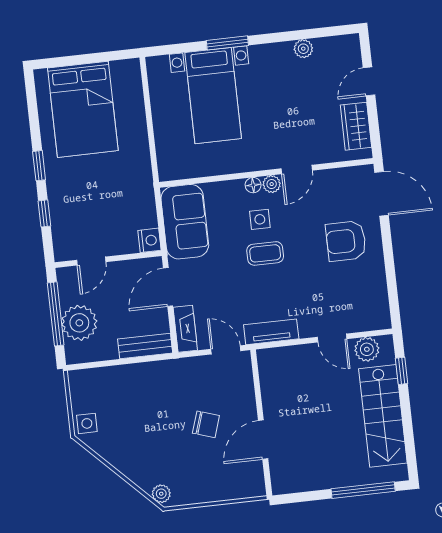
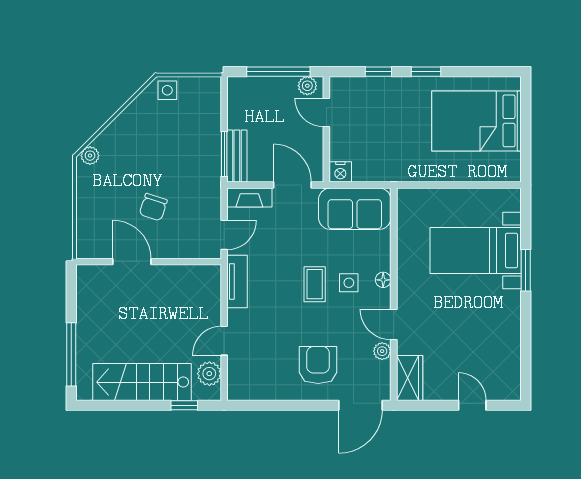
plant: (303, 49) -> (512, 344), removed
wardrobe: (356, 126) -> (410, 378), moved, turned 90
plant: (272, 184) -> (382, 351), moved
plant: (79, 323) -> (307, 86), moved, width x0.53, depth x0.53
window: (144, 359) -> (224, 154), added

